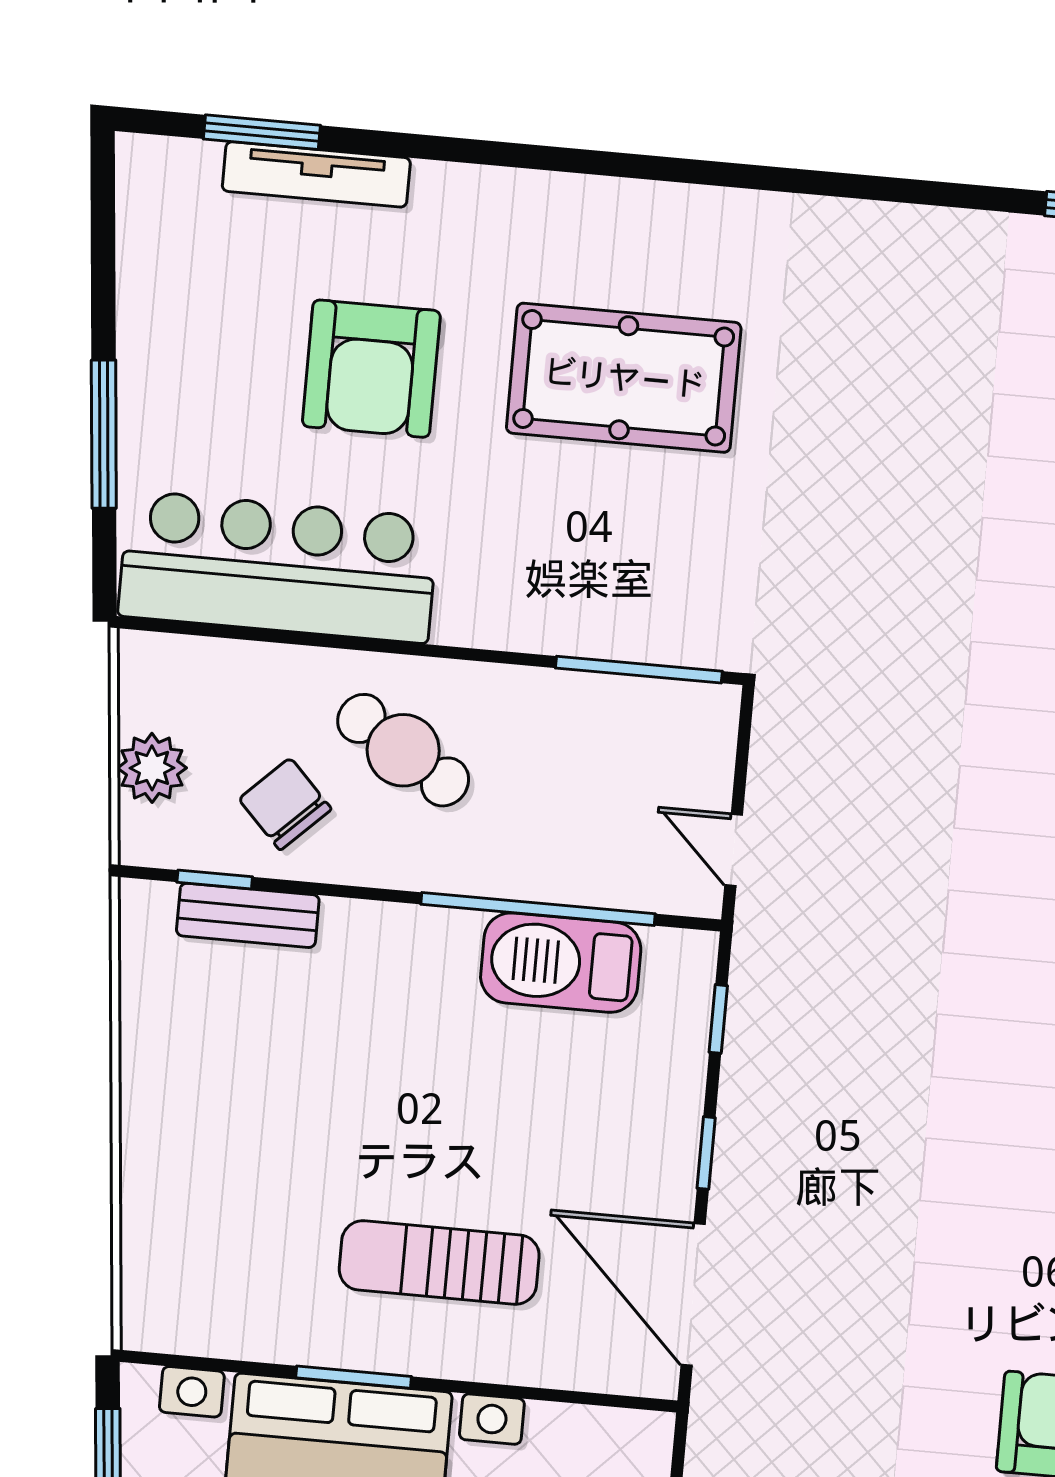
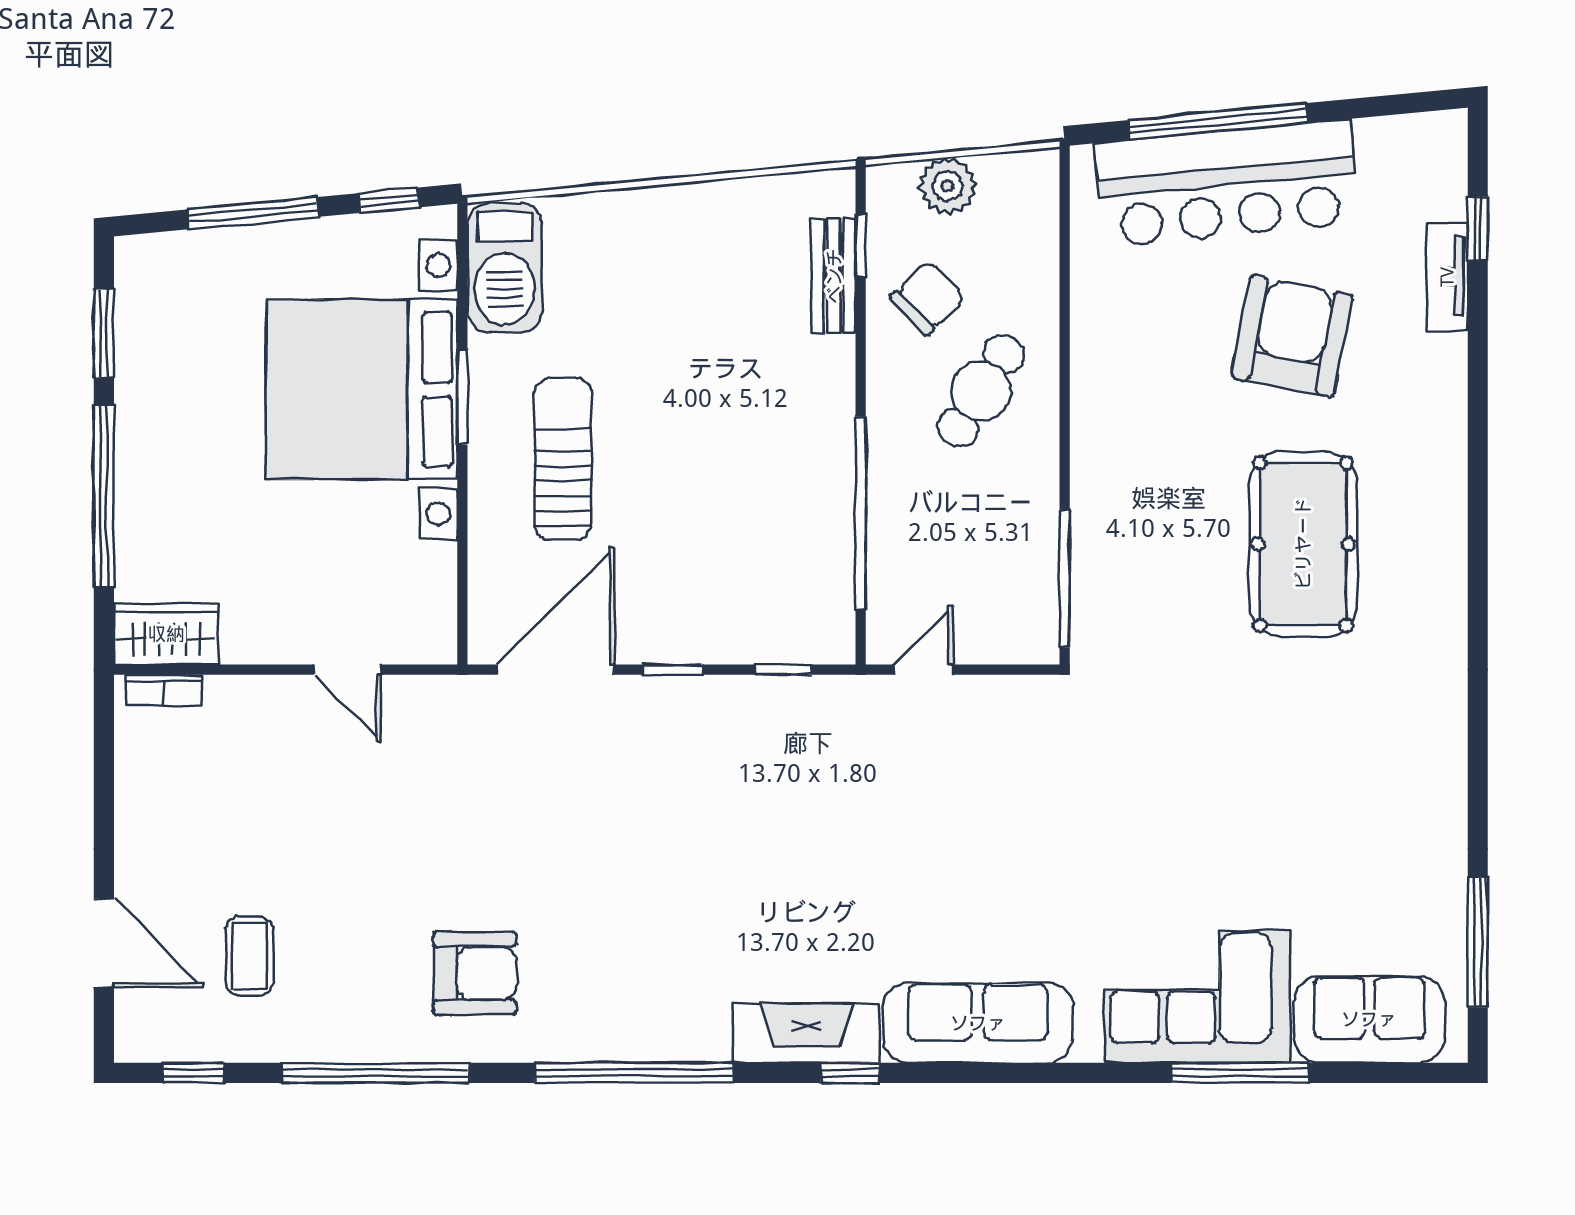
window: (262, 132) -> (1478, 229), width x0.67
tv unit: (316, 174) -> (1447, 277), width x0.71
armchair: (371, 369) -> (1292, 336), turned 101
window: (104, 434) -> (1218, 121), width x1.46
bar counter: (278, 567) -> (1227, 183), moved, turned 85
barbecue: (561, 963) -> (505, 268), moved, turned 180

